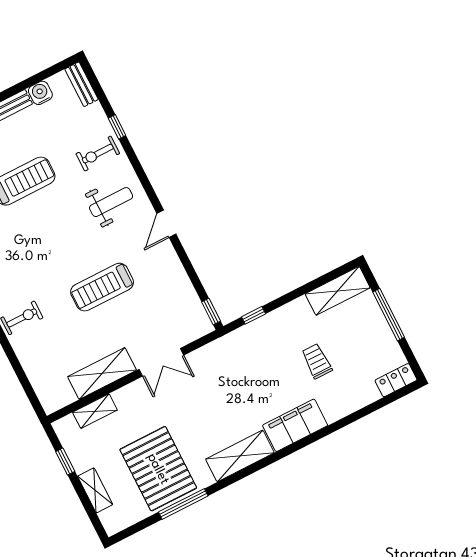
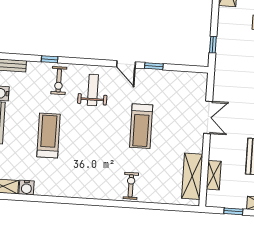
window: (211, 311) -> (154, 66), moved
shelving: (102, 373) -> (192, 176), moved

